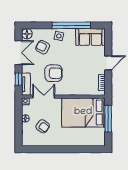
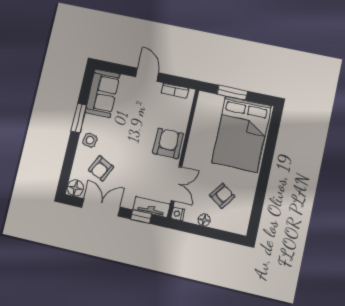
window: (71, 25) -> (79, 118), width x0.47
armchair: (53, 73) -> (168, 143), moved
double door: (44, 97) -> (177, 184), swing flipped
bed: (83, 112) -> (241, 134), moved
window: (108, 119) -> (232, 93), width x0.69

